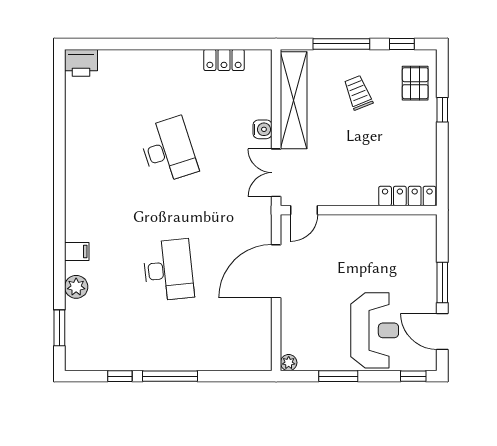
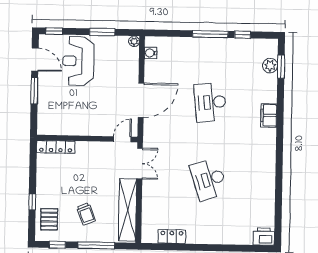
water cooler: (262, 129) -> (151, 53), moved
filing cabinet: (77, 251) -> (269, 115), width x2.00
plant: (76, 287) -> (270, 66), moved

